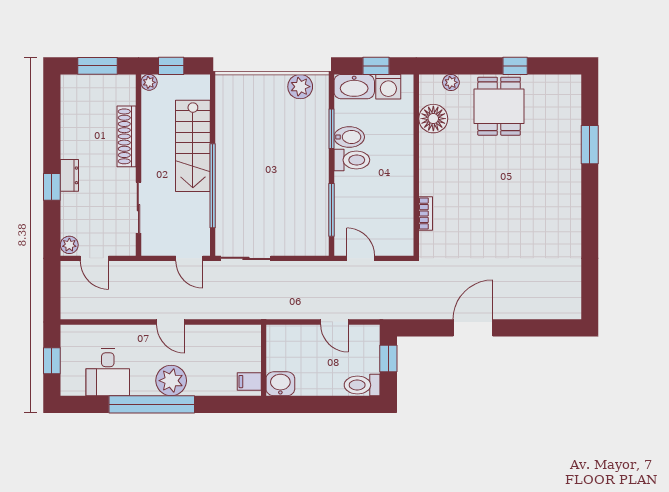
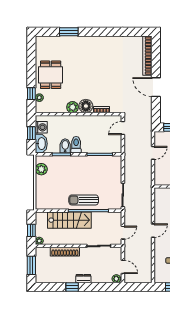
window: (515, 66) -> (31, 94), moved
dining table: (499, 106) -> (51, 75), turned 90
floor lamp: (433, 119) -> (86, 106), moved
plant: (431, 152) -> (73, 107), added
sun lounger: (235, 176) -> (84, 200), added
window: (52, 187) -> (72, 287), moved
door: (94, 258) -> (123, 267), hinge flipped
door: (189, 258) -> (123, 233), moved
door: (361, 258) -> (123, 128), moved
bookcase: (539, 310) -> (147, 56), added

